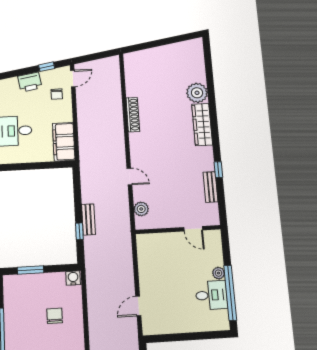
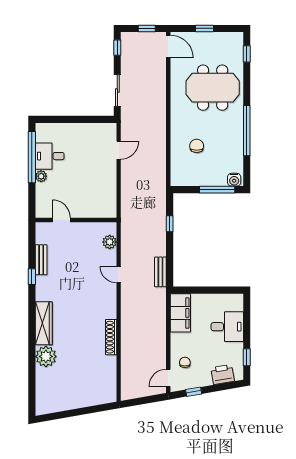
printer: (30, 82) -> (223, 374), moved
bench: (88, 220) -> (160, 272), moved
window: (31, 270) -> (217, 190), width x1.44
water cooler: (73, 278) -> (234, 180), moved
chair: (55, 316) -> (197, 146), turned 180

